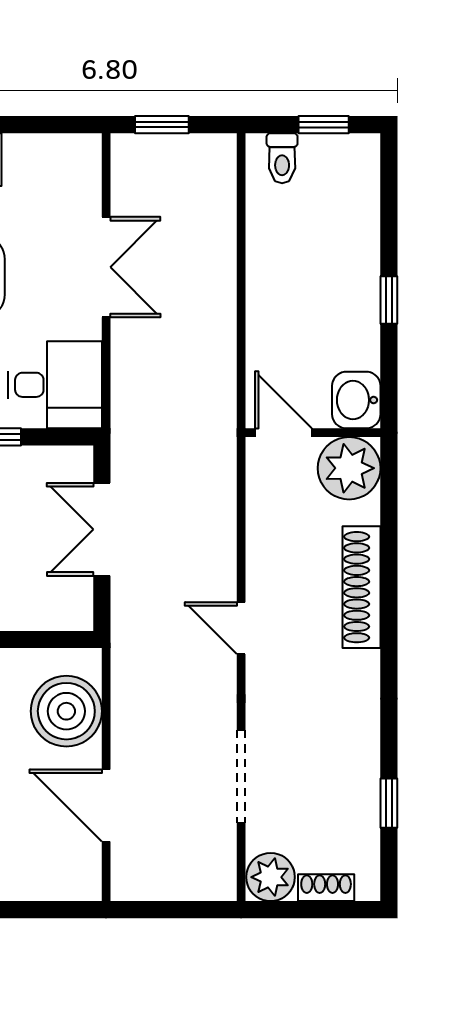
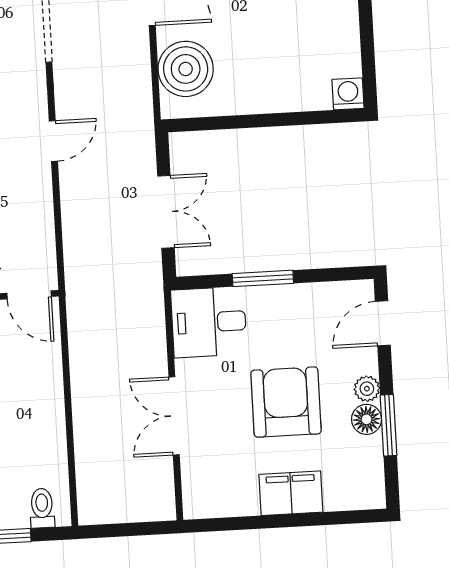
window: (162, 125) -> (137, 529), removed
door: (241, 628) -> (53, 141), hinge flipped

